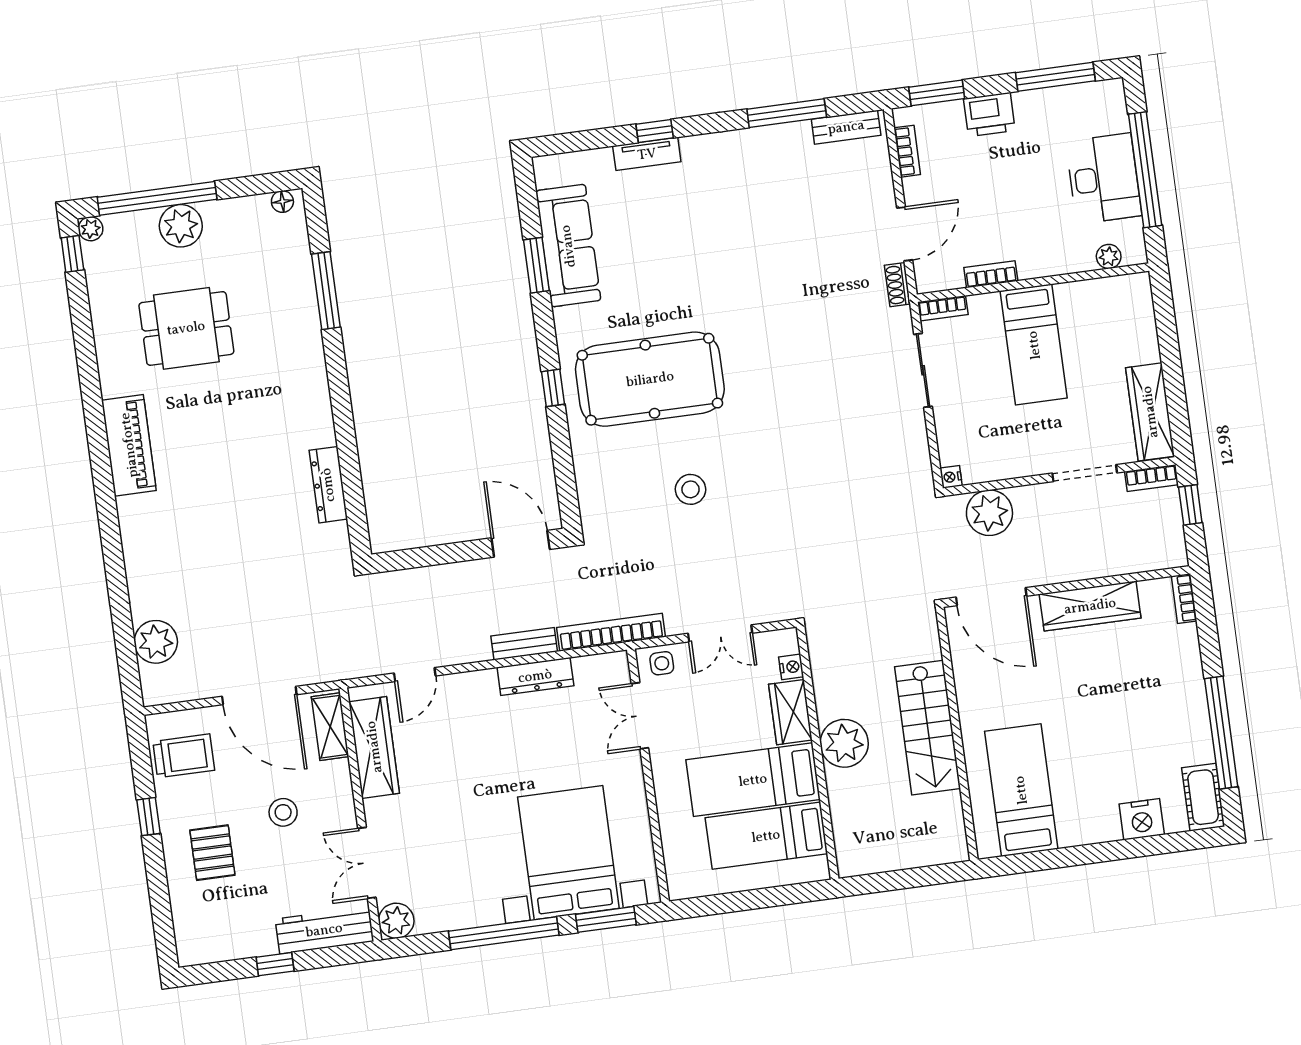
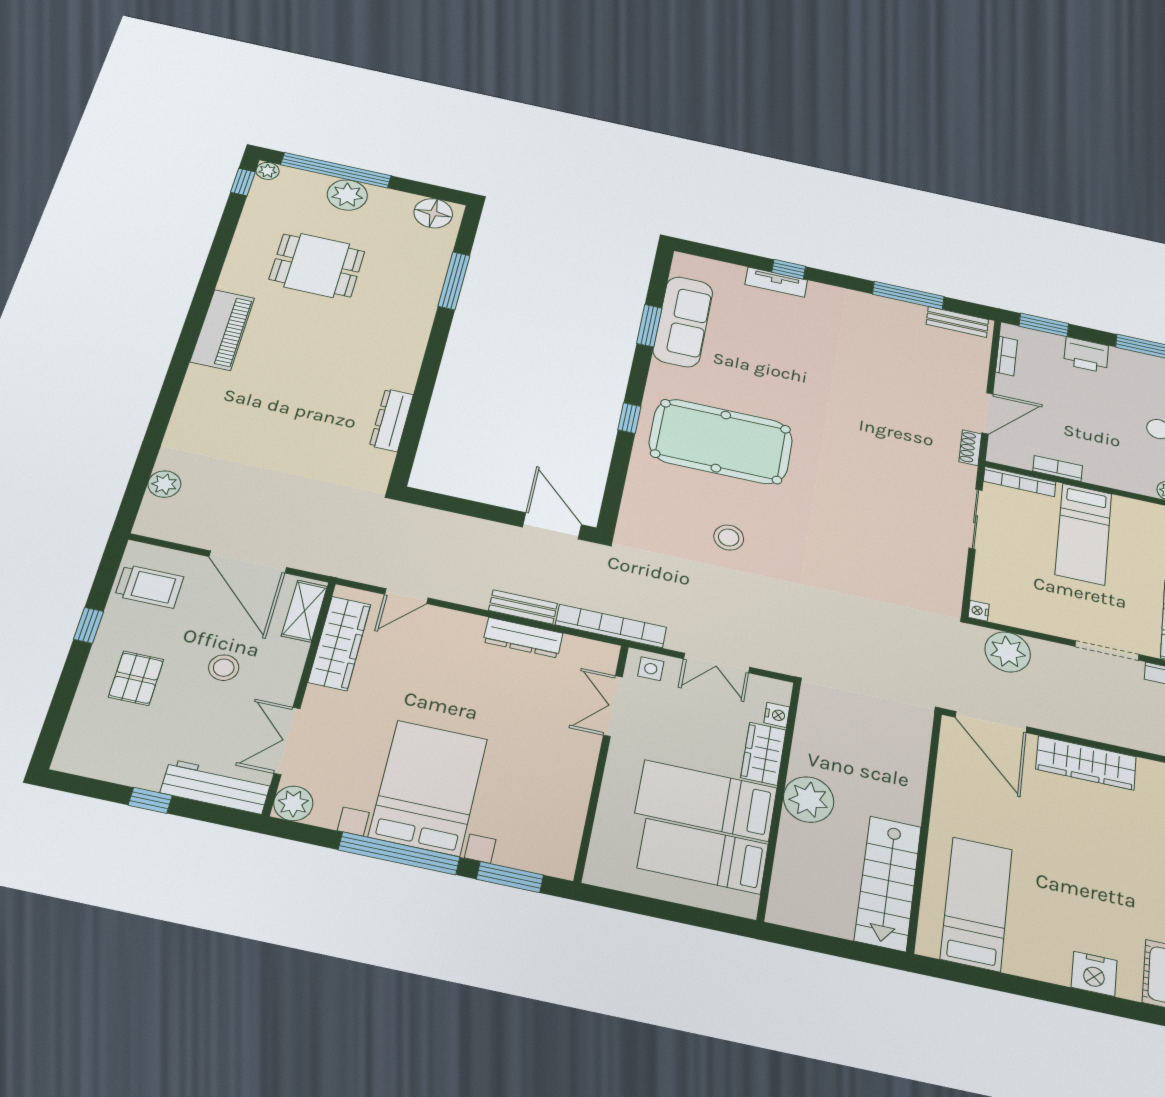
floor lamp: (282, 202) -> (433, 213), width x1.89, depth x1.89
bookcase: (943, 308) -> (1020, 482), width x1.56
plant: (156, 642) -> (164, 484), width x0.73, depth x0.73
stairs: (928, 728) -> (888, 883), moved
bed with nightstands: (568, 853) -> (428, 788), moved

